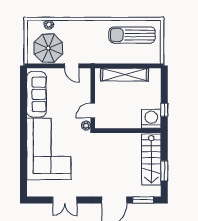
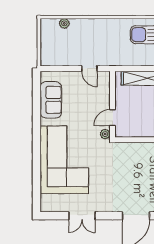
parasol: (48, 48) -> (64, 49), removed
sofa: (36, 94) -> (51, 100), width x0.73

